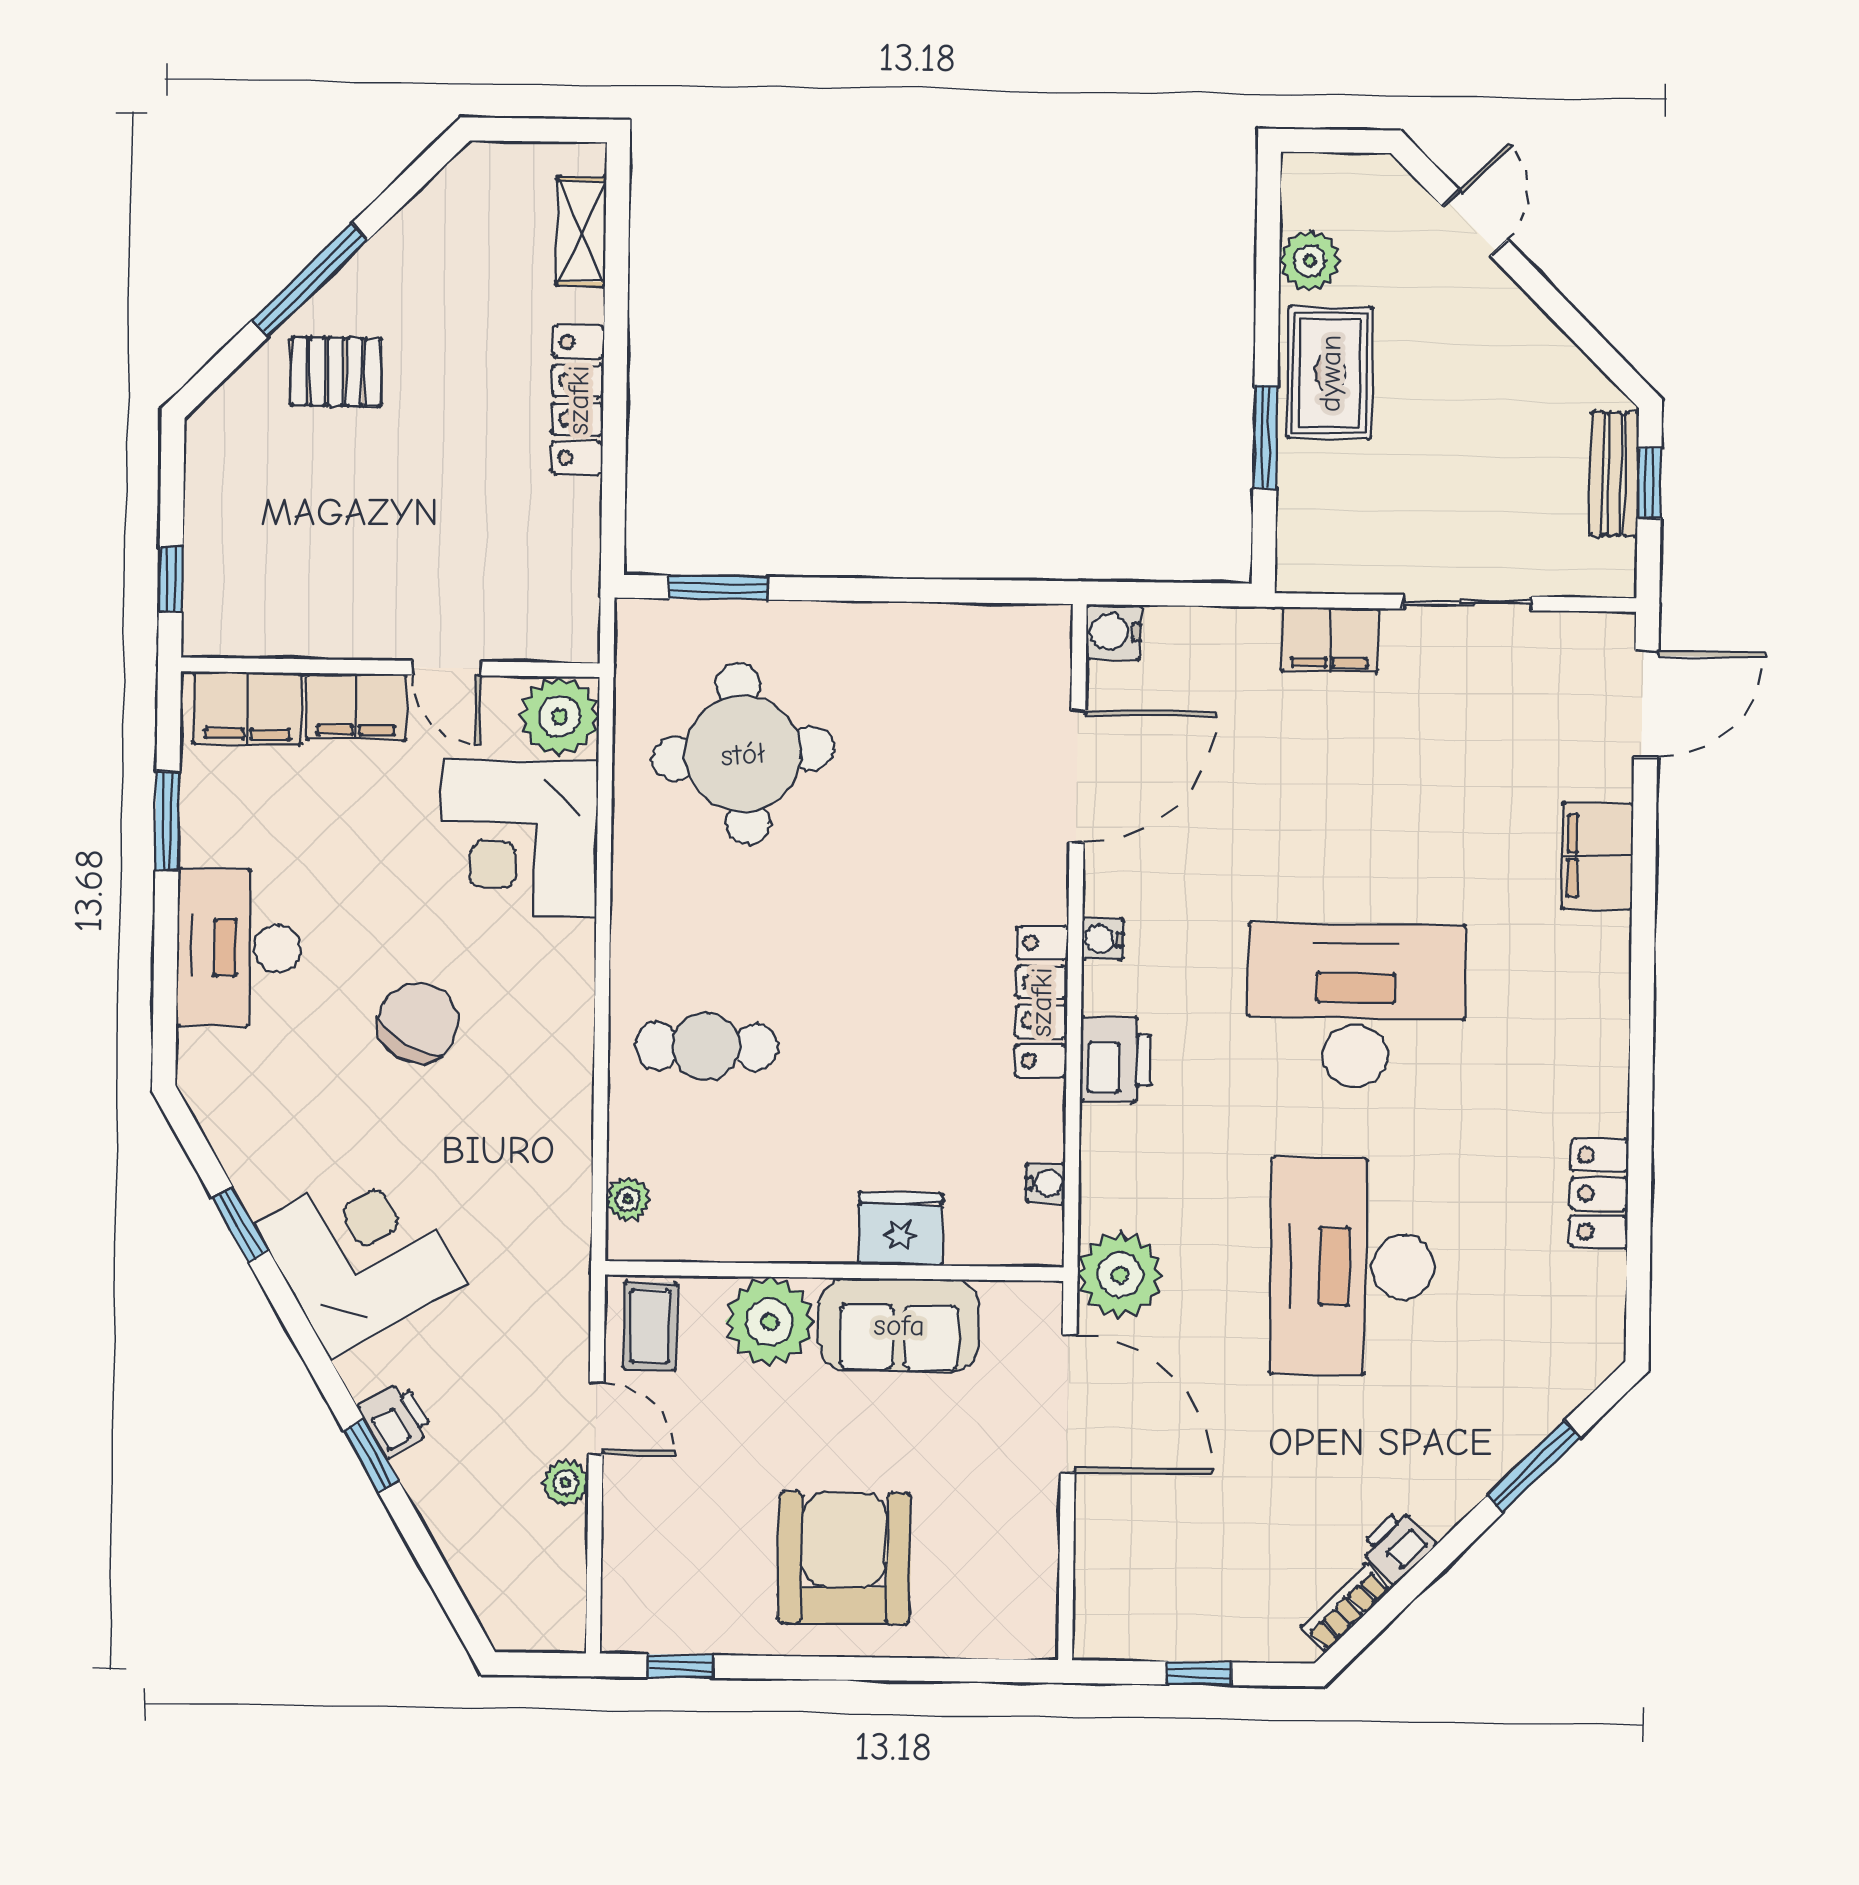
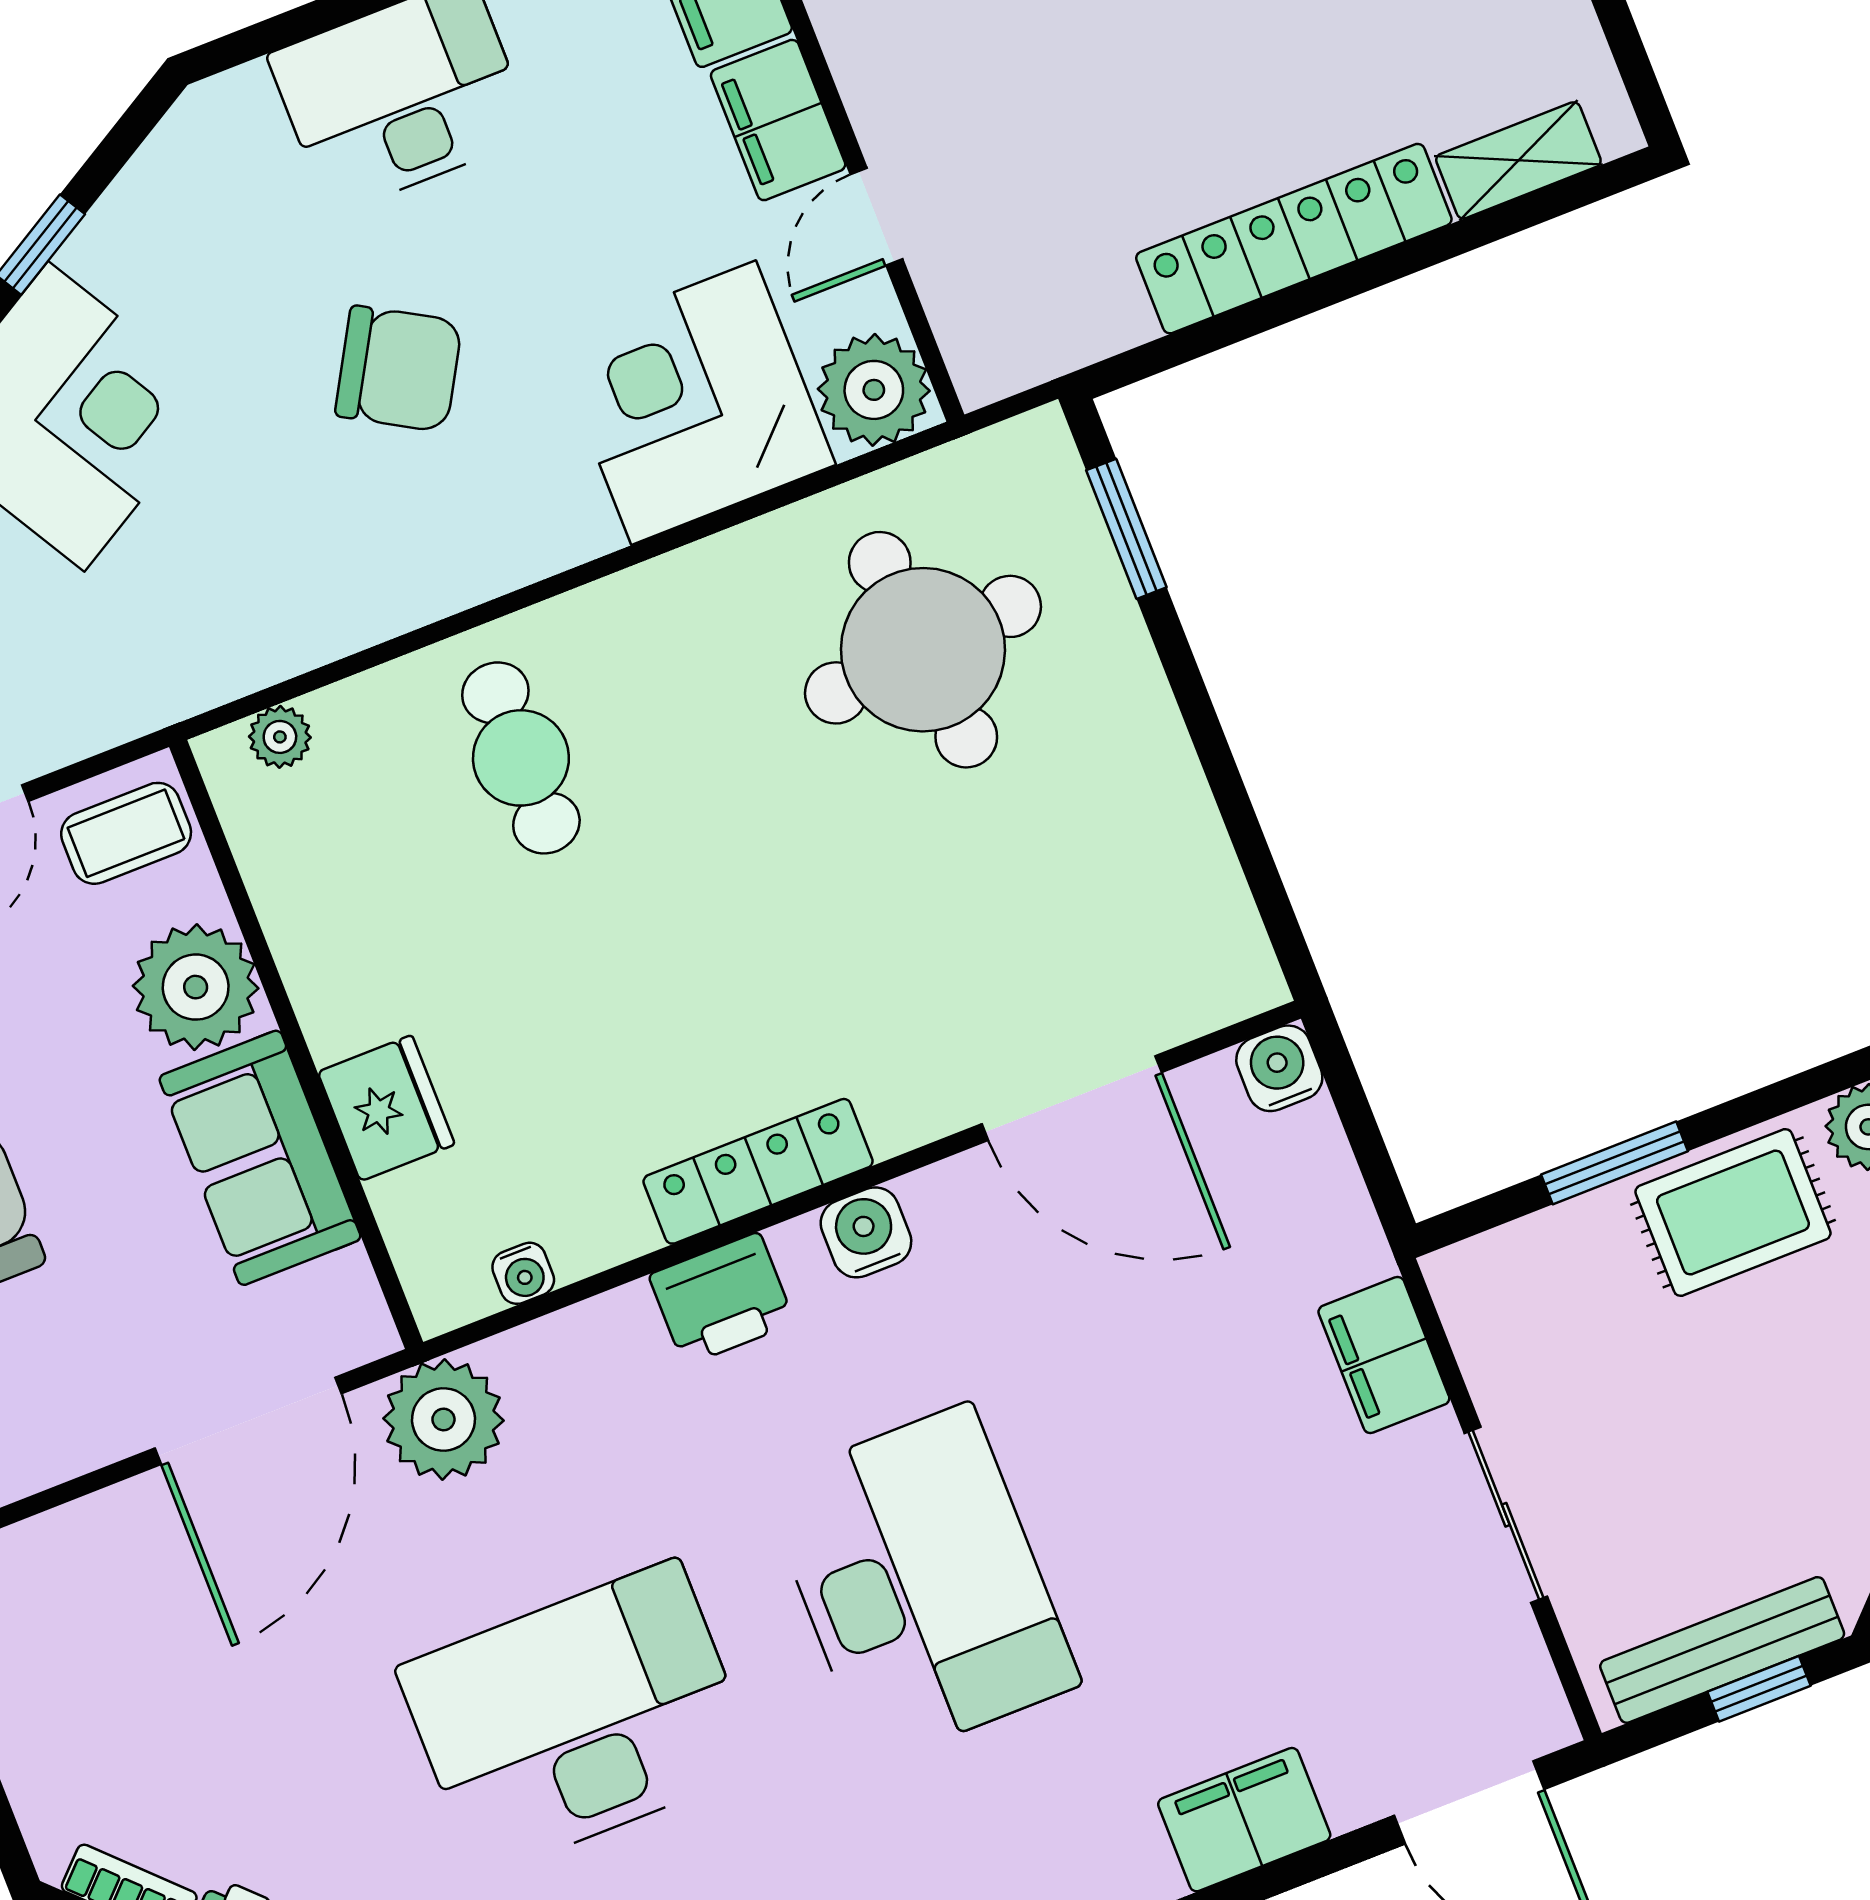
locker: (578, 400) -> (1294, 239), width x1.41, depth x1.21
bench: (1614, 474) -> (1722, 1650), width x1.36
water cooler: (1103, 939) -> (866, 1232), width x1.38, depth x1.38

